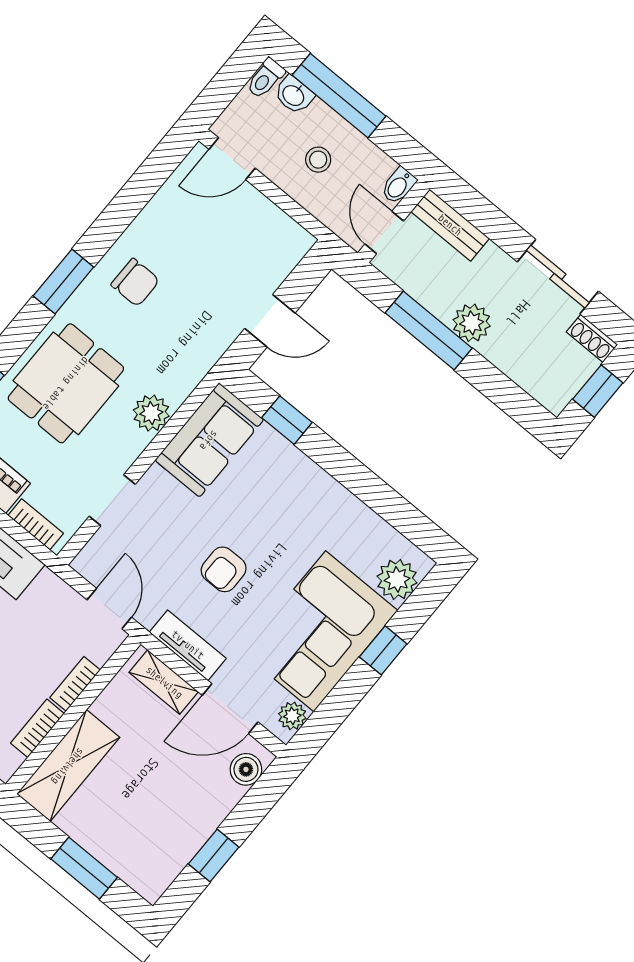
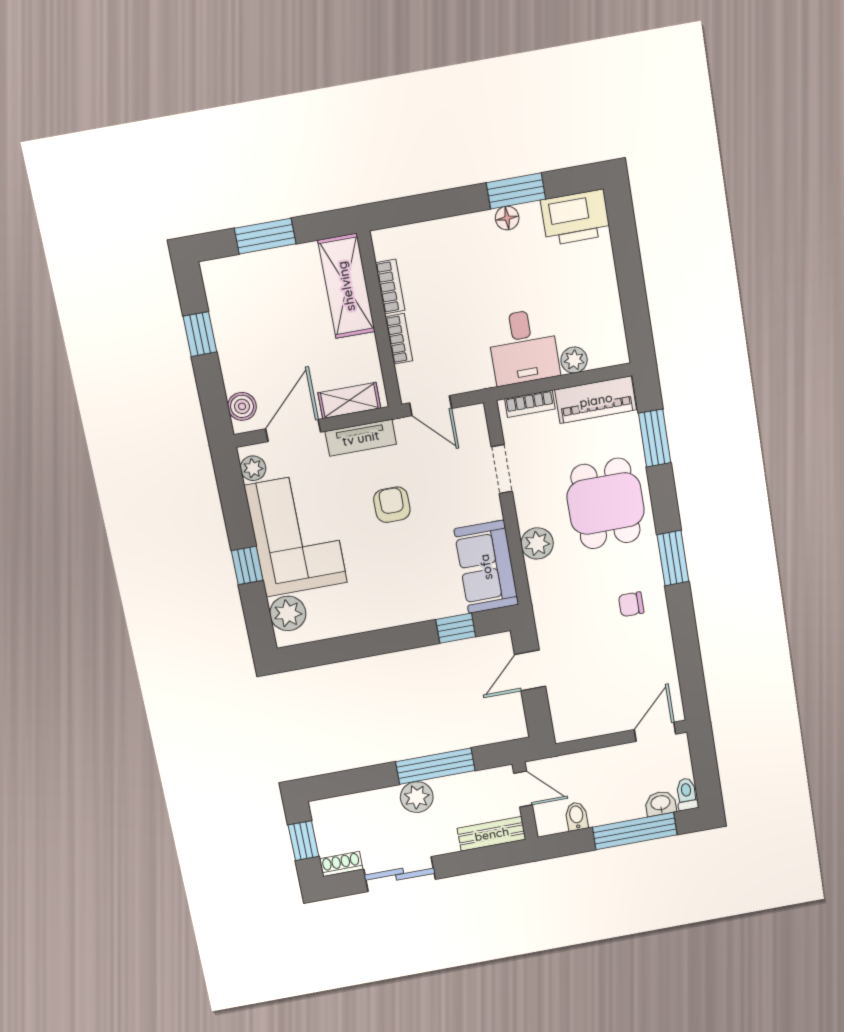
stool: (318, 160) -> (606, 785), removed
bidet: (399, 186) -> (577, 816), moved
chair: (135, 282) -> (631, 604), width x0.73, depth x0.73

